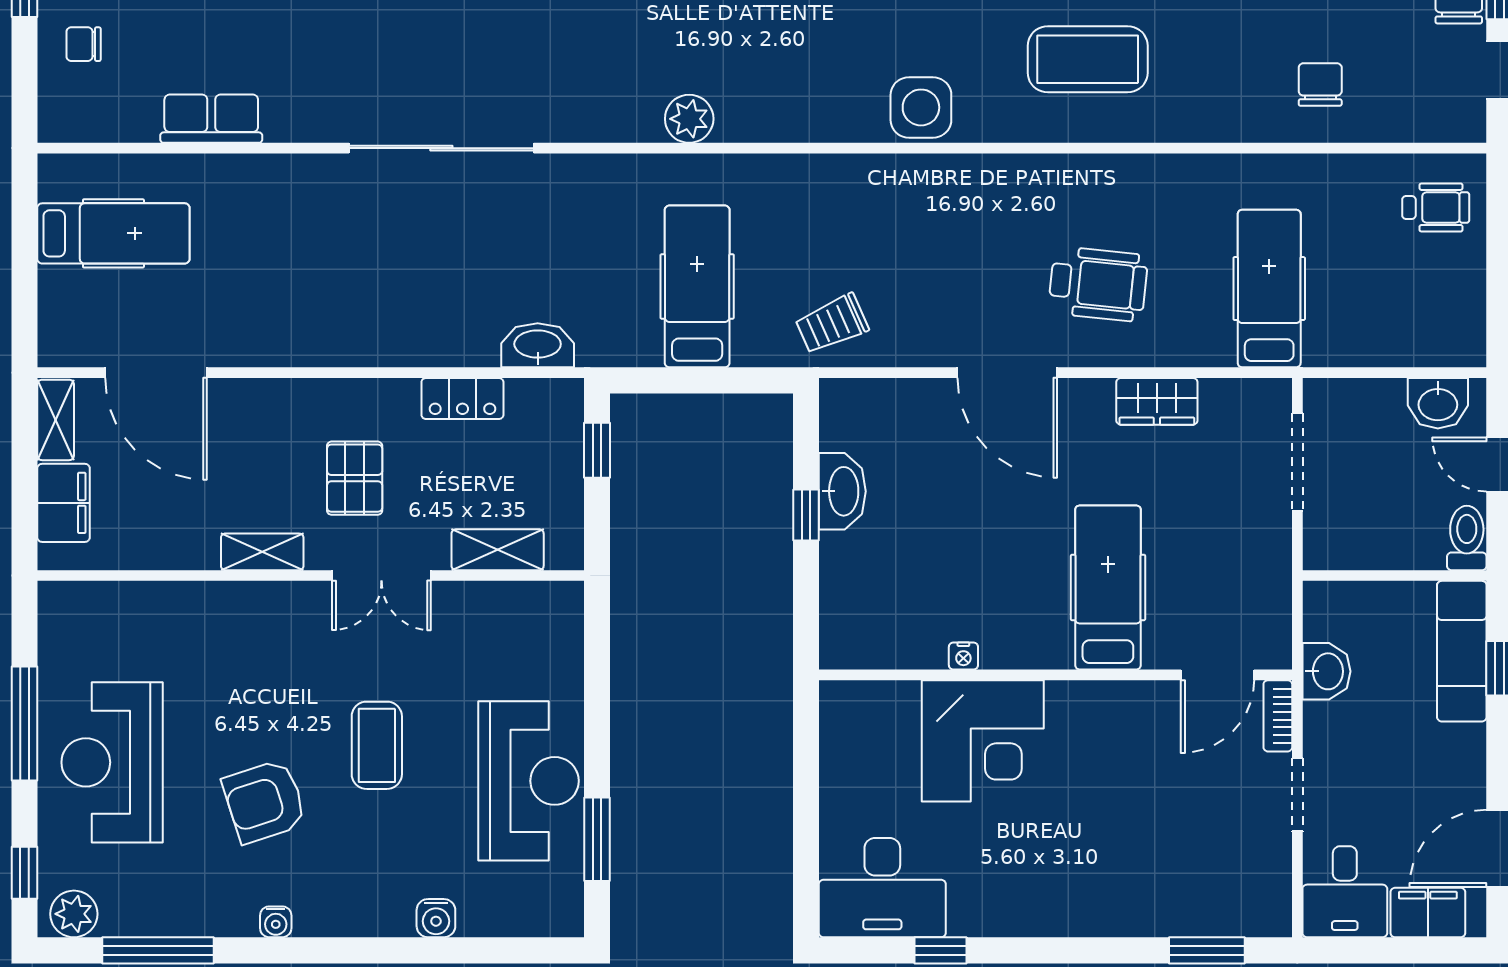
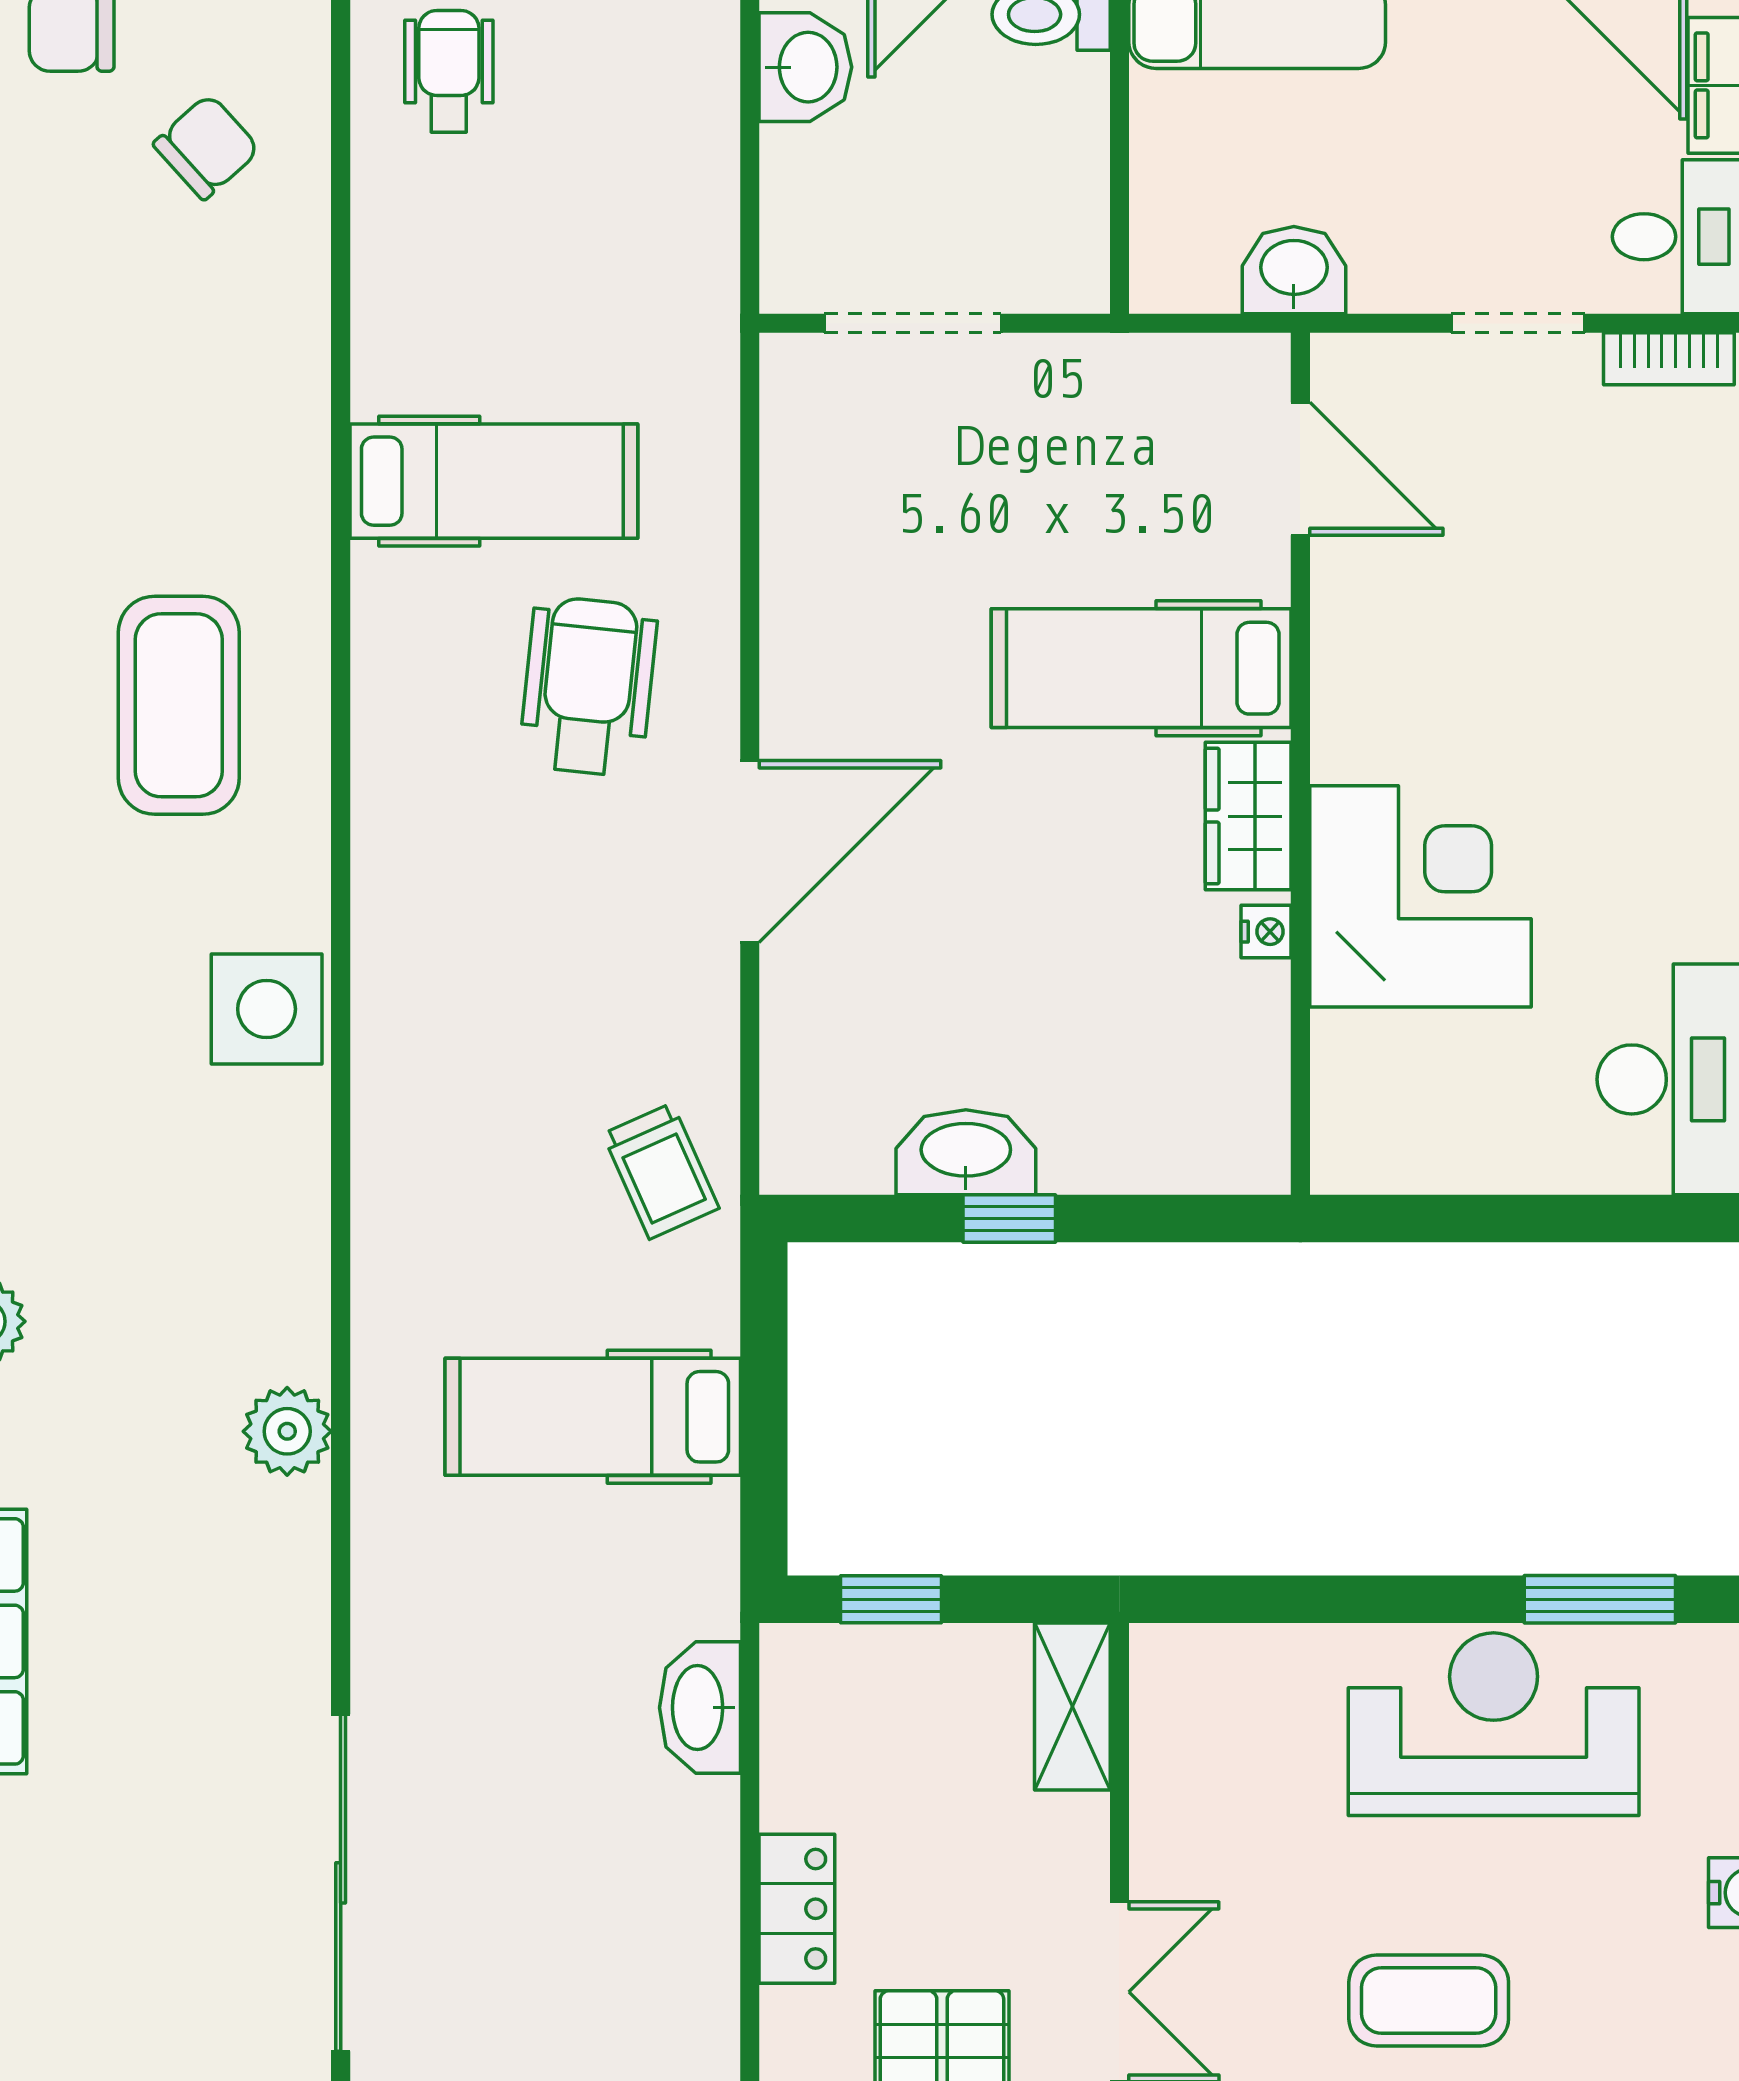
chair: (1320, 85) -> (207, 147), moved, turned 138
hospital bed: (1269, 289) -> (494, 481), moved, turned 180
locker: (462, 398) -> (797, 1909), moved
wardrobe: (1157, 401) -> (1248, 816), moved, turned 180
shelving: (498, 550) -> (1072, 1706), moved
bookcase: (1278, 716) -> (1669, 359), moved

